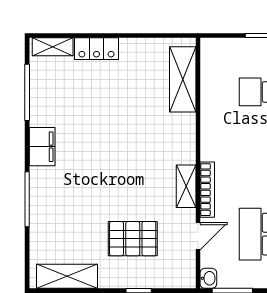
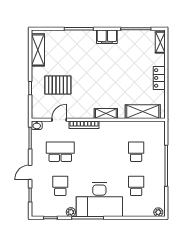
locker: (96, 49) -> (159, 78), moved
shelving: (186, 186) -> (106, 113), moved
door: (198, 236) -> (59, 120), swing flipped
pallet: (133, 239) -> (58, 85), turned 90

